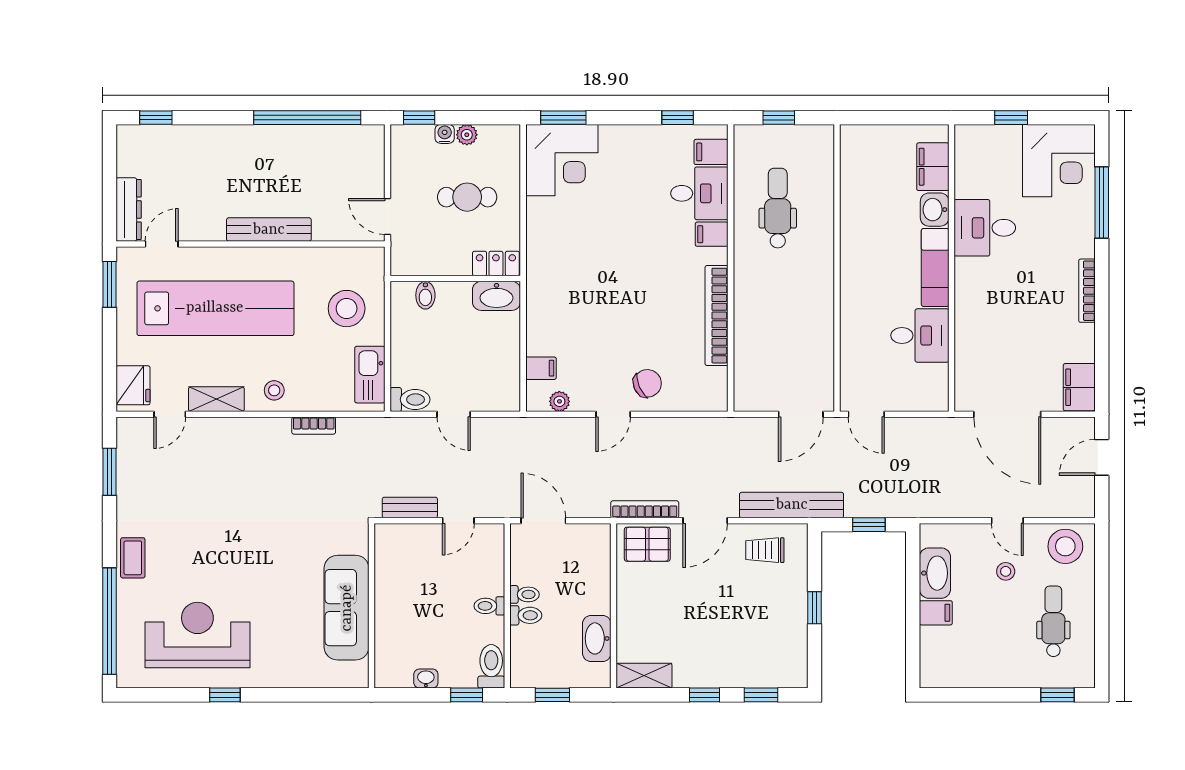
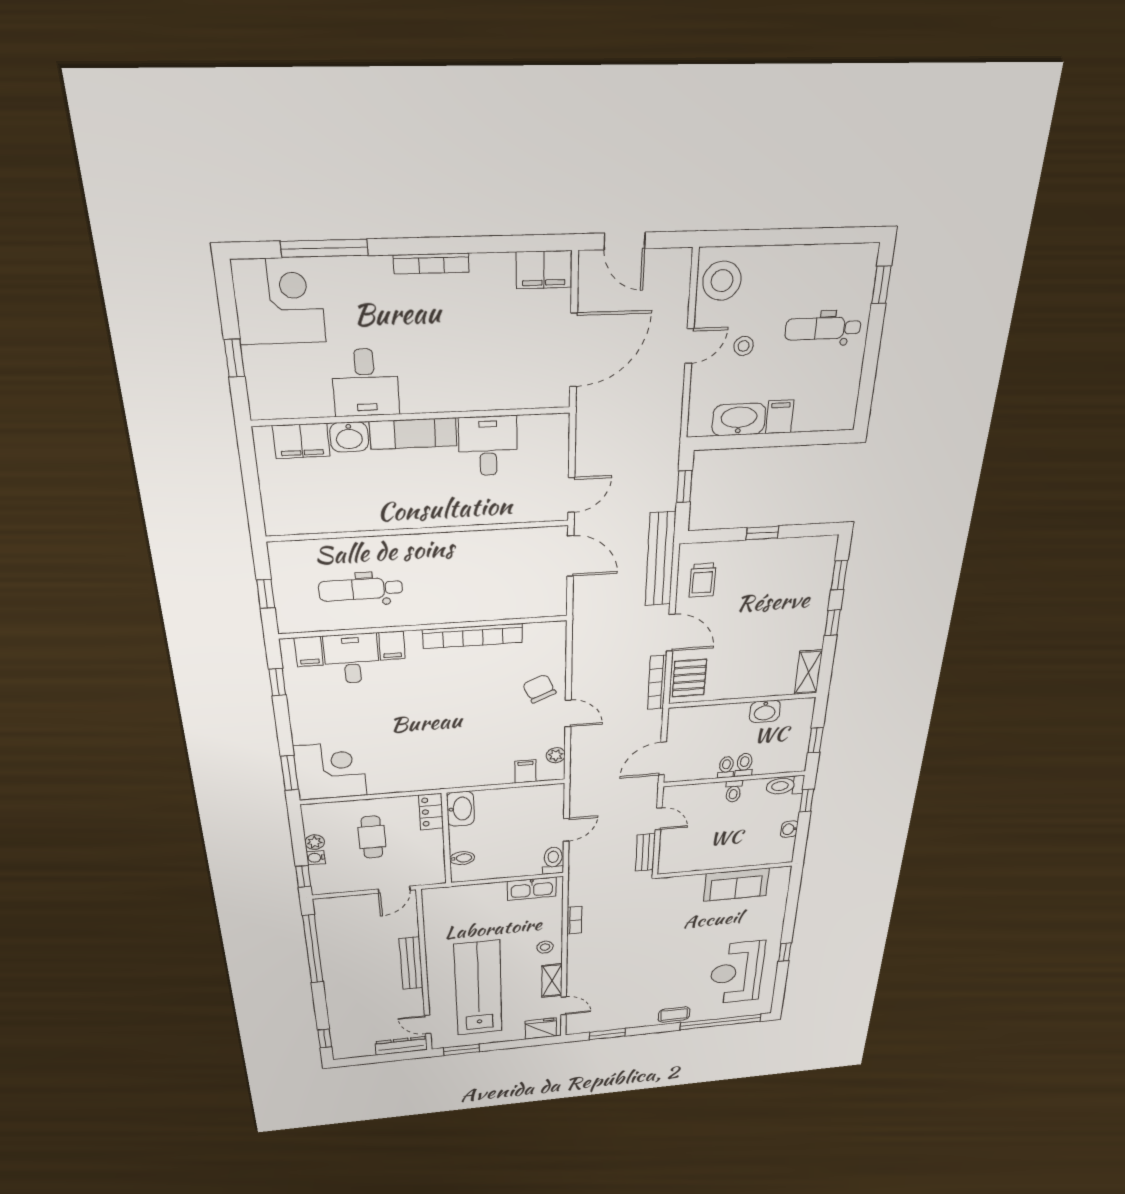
stool: (347, 309) -> (476, 909), removed
sofa: (347, 608) -> (736, 885), width x0.73
dental chair: (1053, 621) -> (823, 328), moved
washbasin: (597, 638) -> (765, 711), width x0.72

